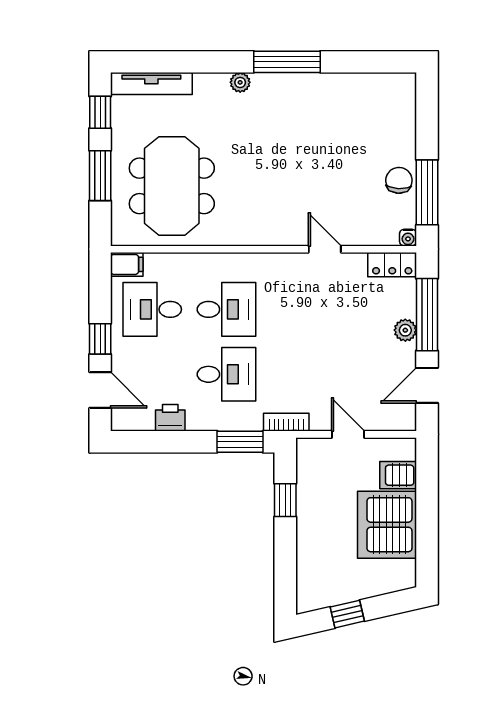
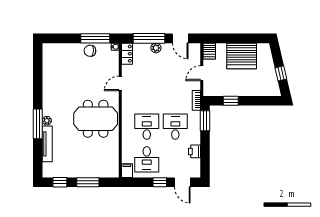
window: (287, 62) -> (38, 124), moved
tv unit: (151, 84) -> (47, 144), moved
meeting table: (172, 186) -> (96, 119), moved
door: (100, 390) -> (182, 182), swing flipped
server rack: (398, 475) -> (209, 51), moved

